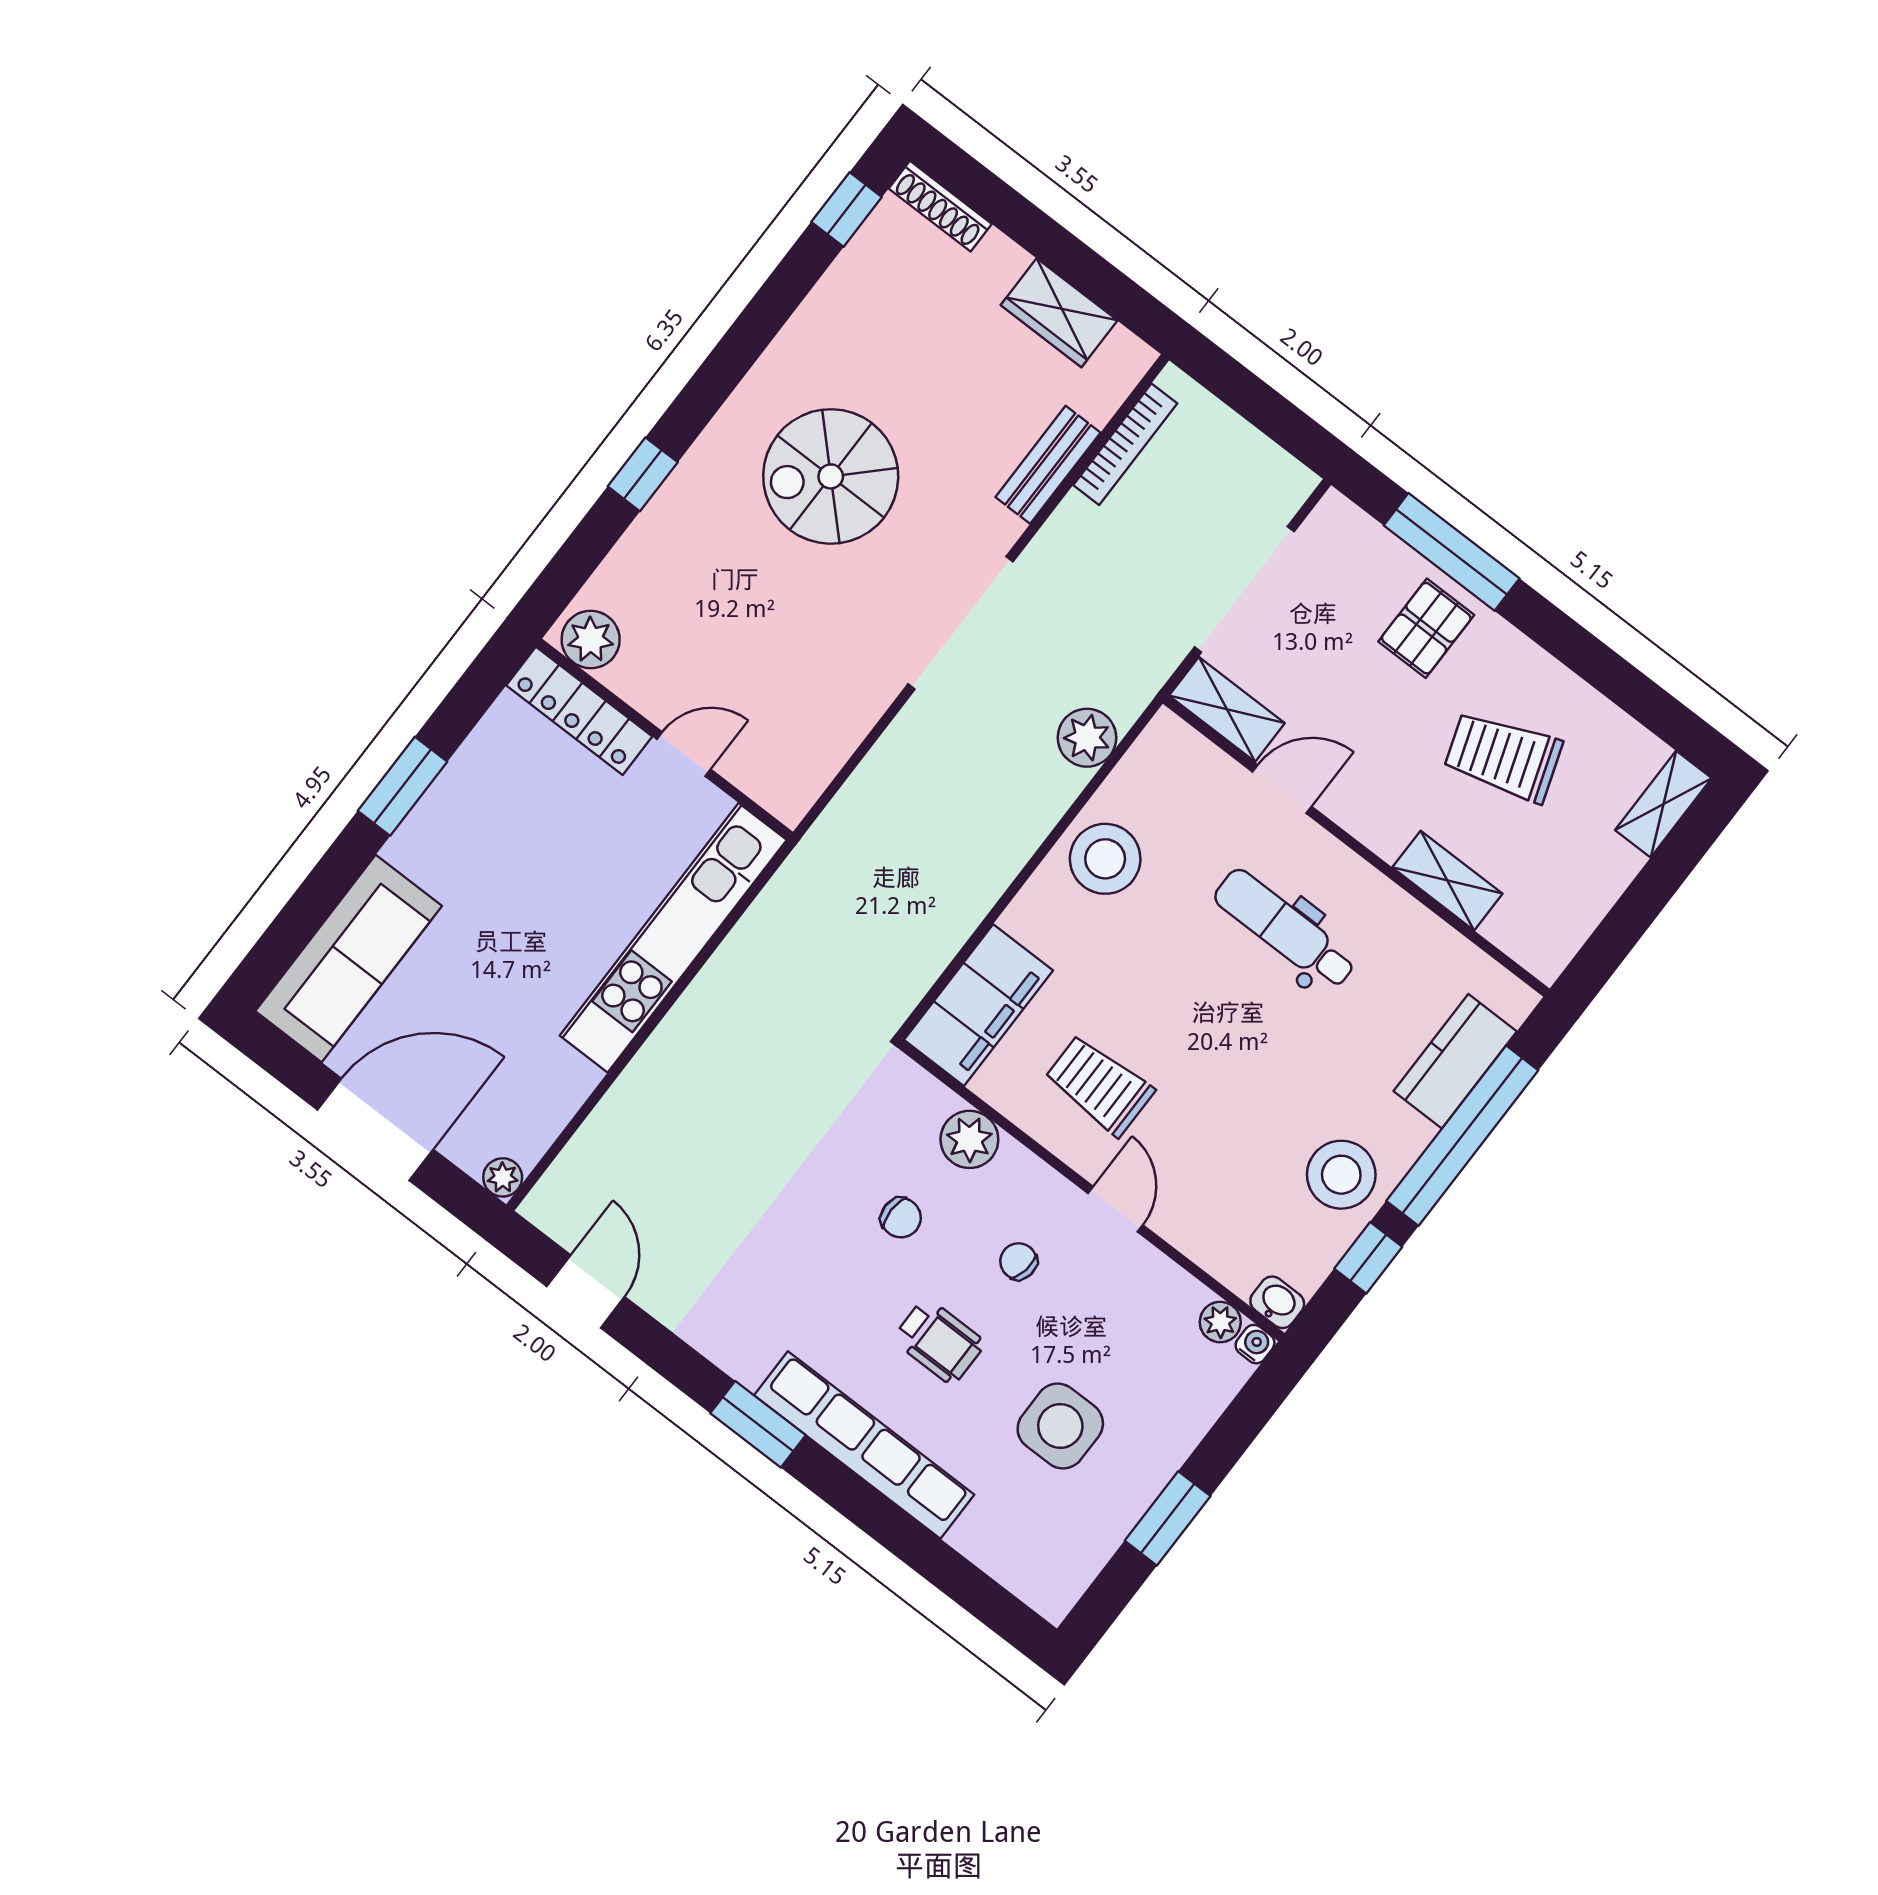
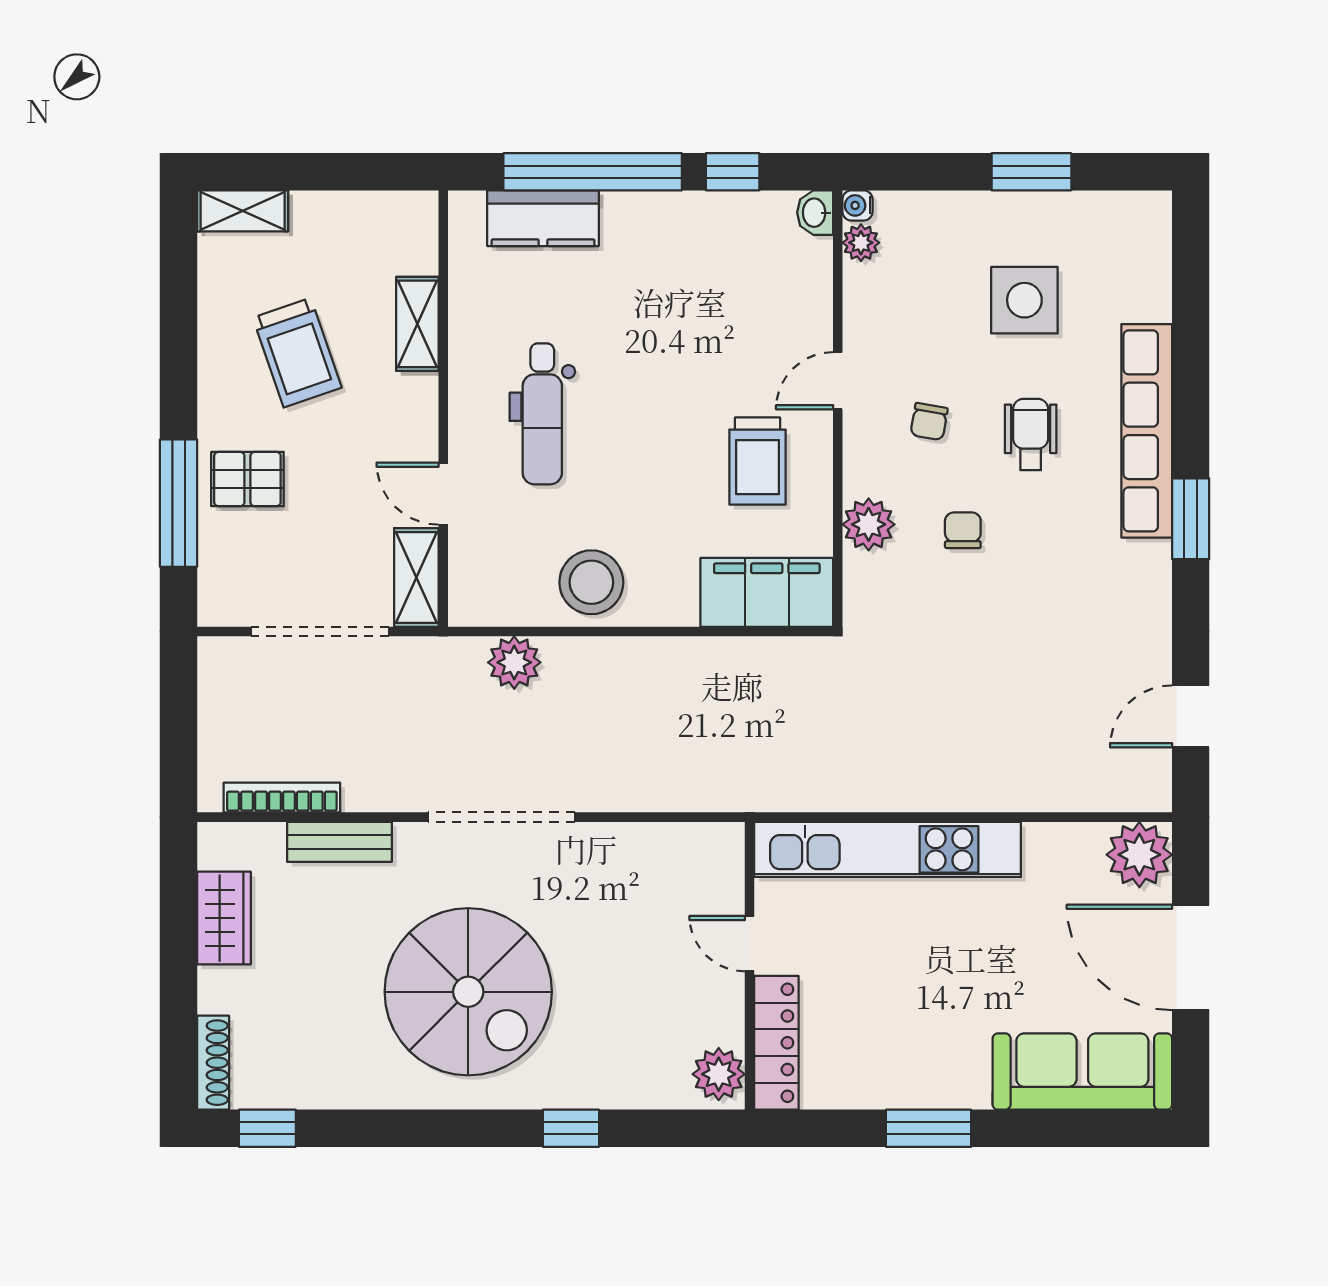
spiral stairs: (831, 476) -> (468, 992), width x1.37, depth x1.37
stool: (1341, 1175) -> (688, 237), removed
plant: (503, 1177) -> (1139, 855), width x1.88, depth x1.88

